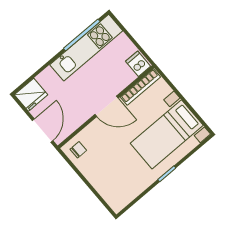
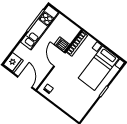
dishwasher: (138, 64) -> (62, 44), moved
door: (106, 106) -> (59, 60), swing flipped

